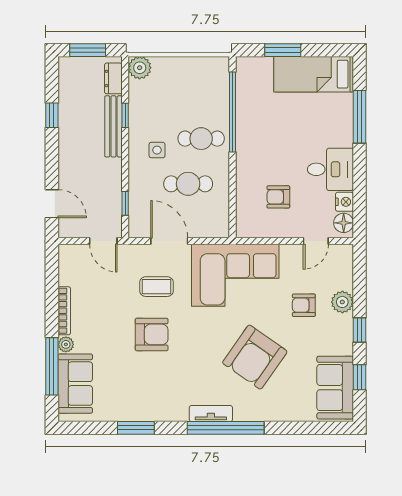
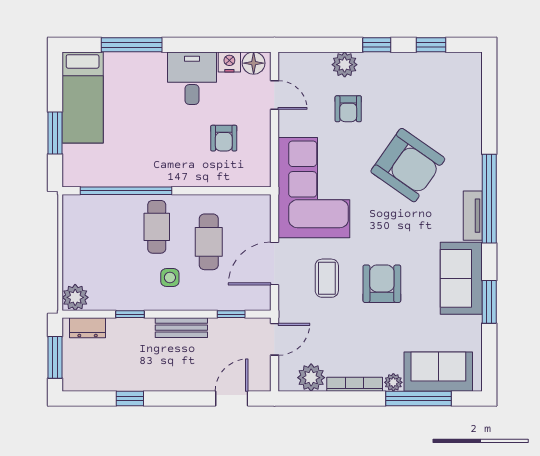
bench: (113, 126) -> (181, 328), moved, width x0.73
plant: (70, 273) -> (311, 378), added
sofa: (335, 388) -> (461, 278), moved, turned 90

